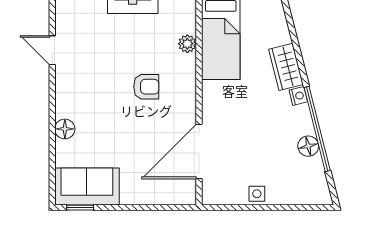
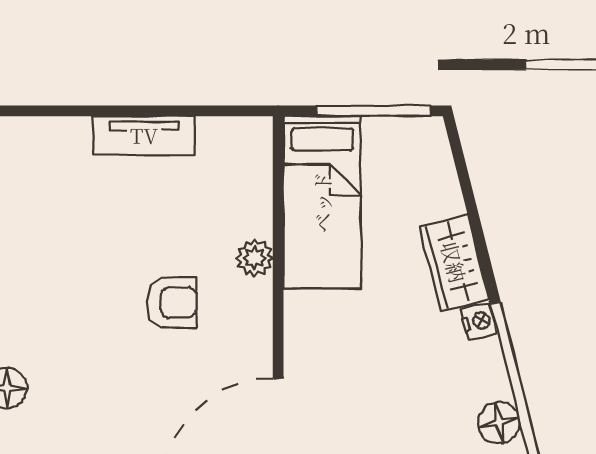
plant: (187, 44) -> (255, 258), moved

